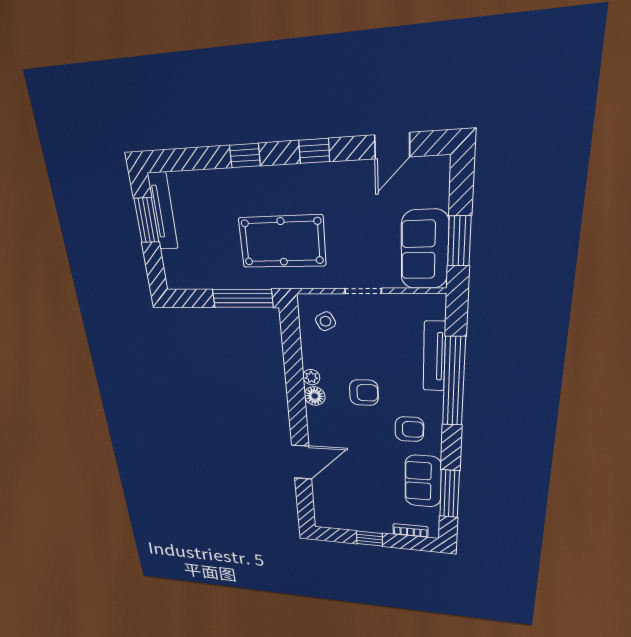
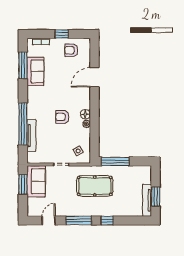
window: (314, 151) -> (79, 220), width x2.17
armchair: (409, 429) -> (71, 50), moved

